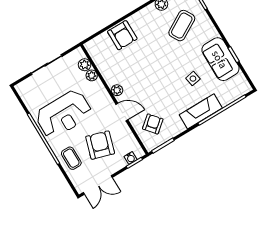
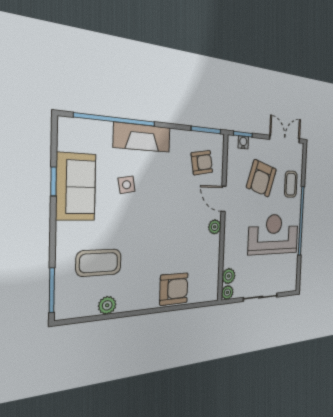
coffee table: (182, 26) -> (99, 263), turned 30
armchair: (122, 35) -> (174, 289), turned 90
plant: (92, 75) -> (227, 292), moved
armchair: (153, 124) -> (202, 163), turned -150

